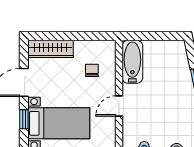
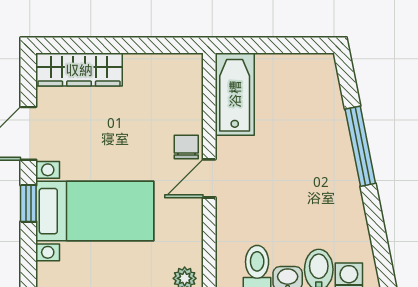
chair: (92, 70) -> (186, 147), moved

